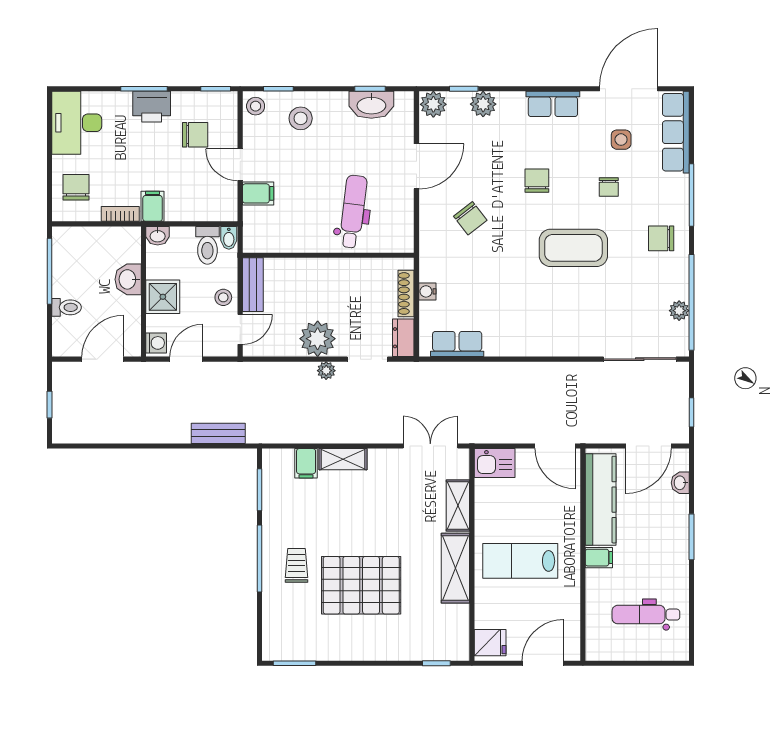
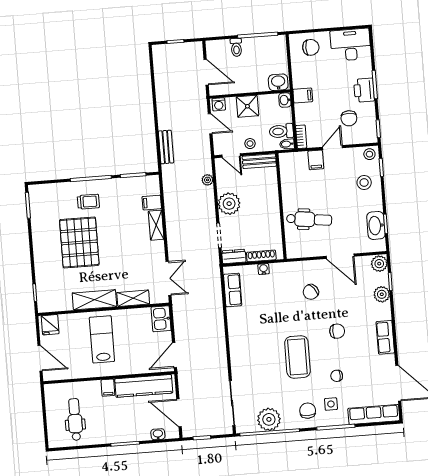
side table: (621, 140) -> (331, 404), moved
bookcase: (120, 214) -> (301, 137), moved
washbasin: (128, 279) -> (278, 82), moved
plant: (679, 311) -> (269, 419), width x1.87, depth x1.87
plant: (326, 371) -> (207, 180), moved

